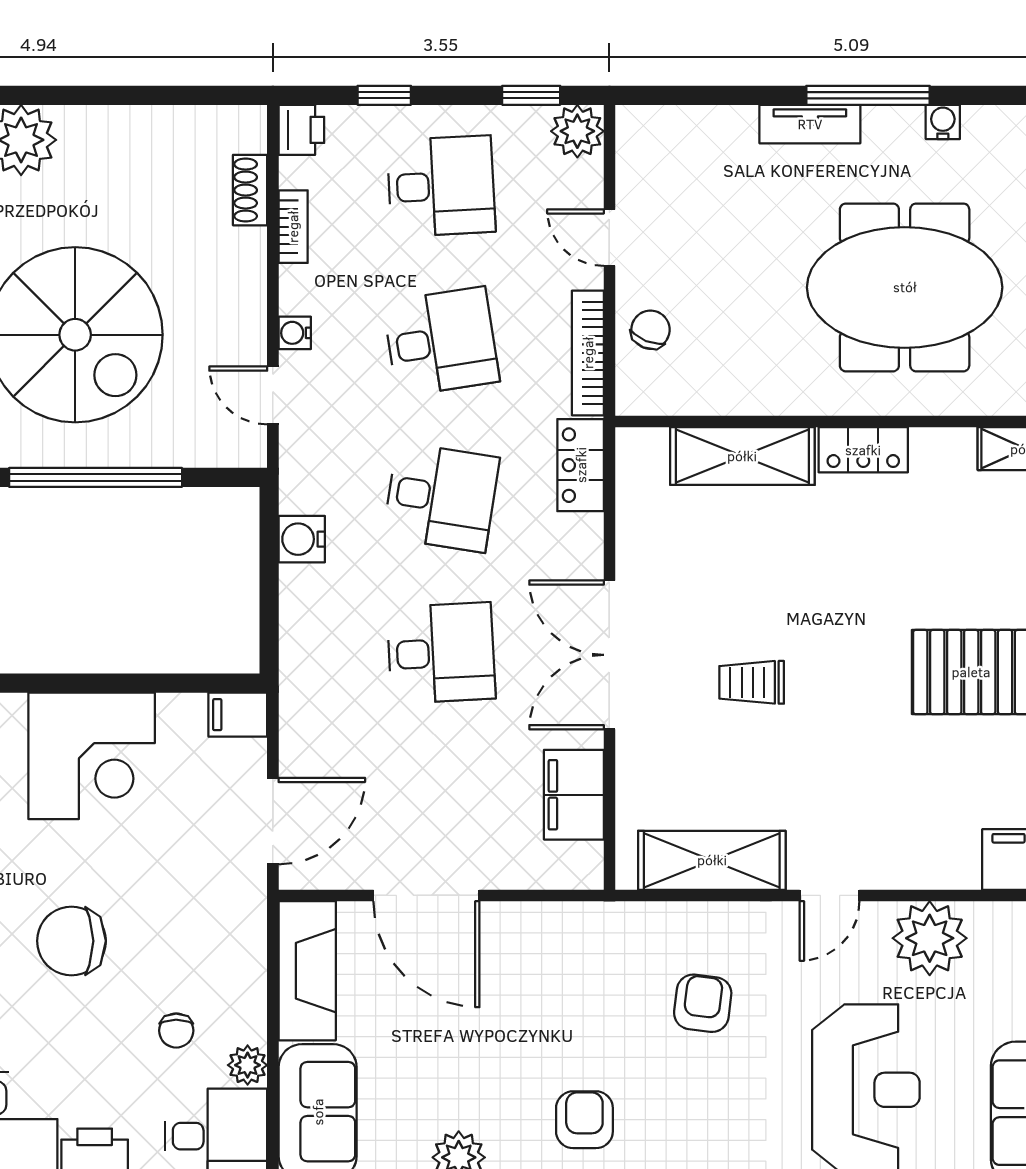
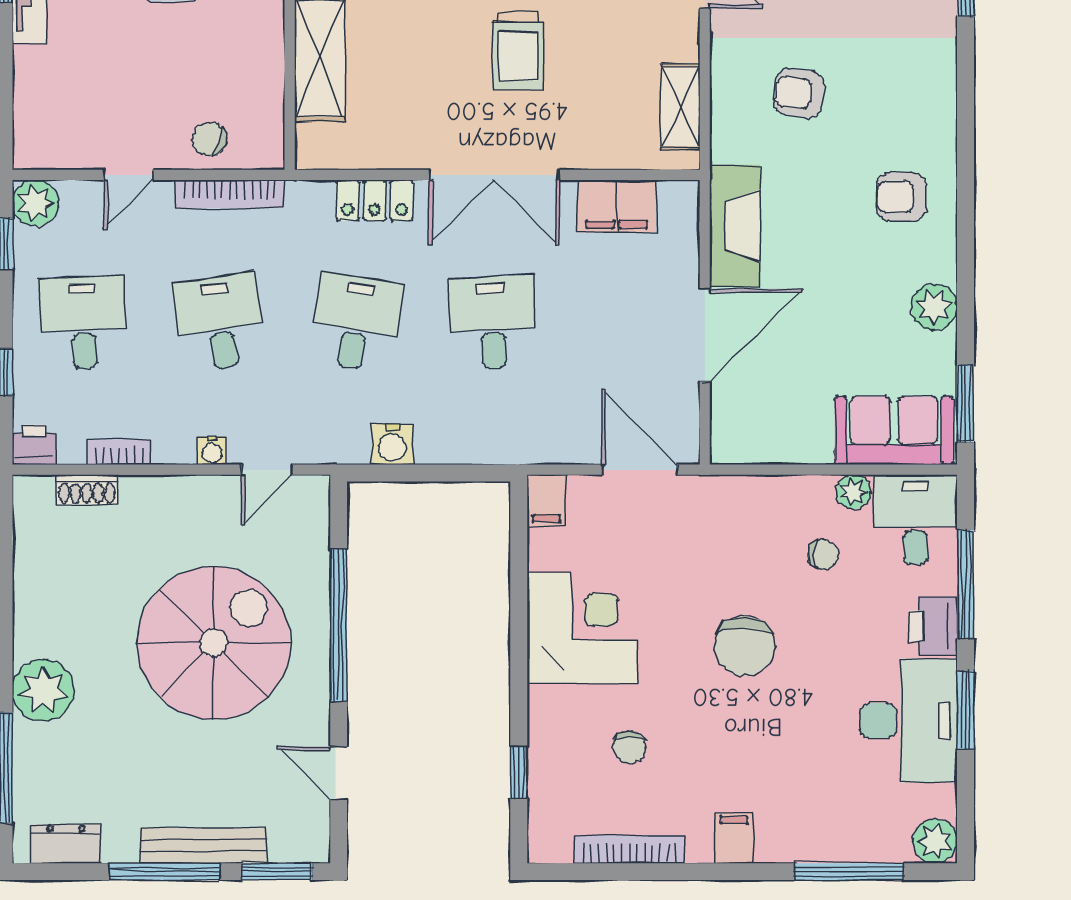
locker: (581, 465) -> (374, 200), moved
trolley: (752, 682) -> (518, 50), width x1.36, depth x1.39
shelving: (712, 860) -> (680, 107), width x0.67, depth x0.75
fireplace: (307, 971) -> (735, 226), moved, turned 90

